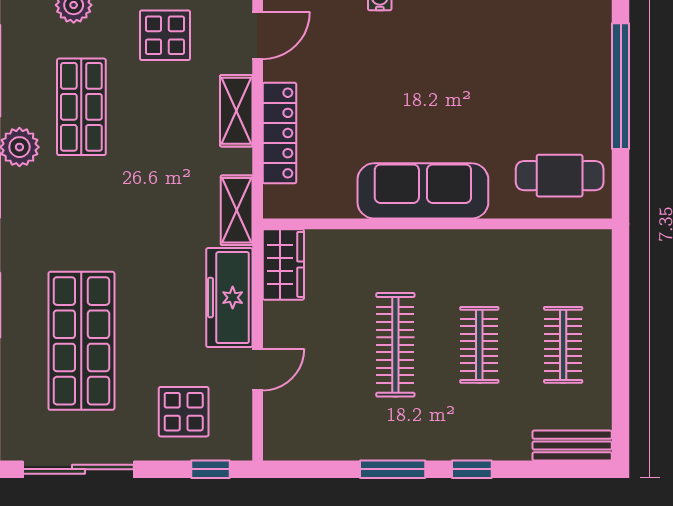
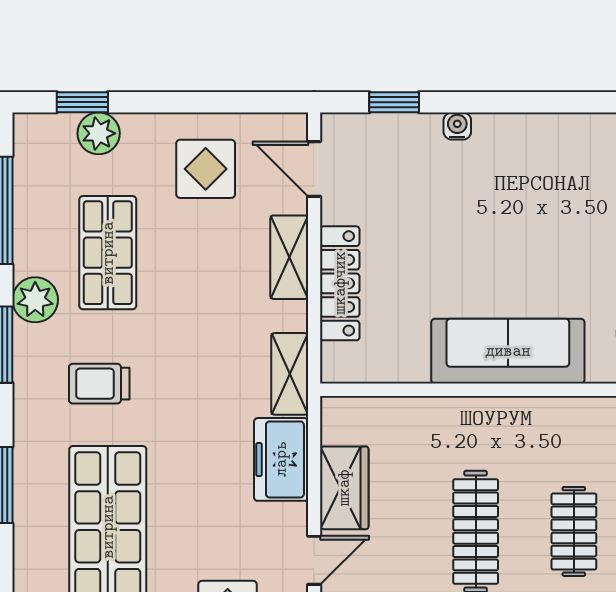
door: (258, 35) -> (314, 169), swing flipped
trolley: (74, 219) -> (99, 384), added
wardrobe: (283, 264) -> (344, 488), moved
freezer: (229, 298) -> (281, 459), width x0.71

